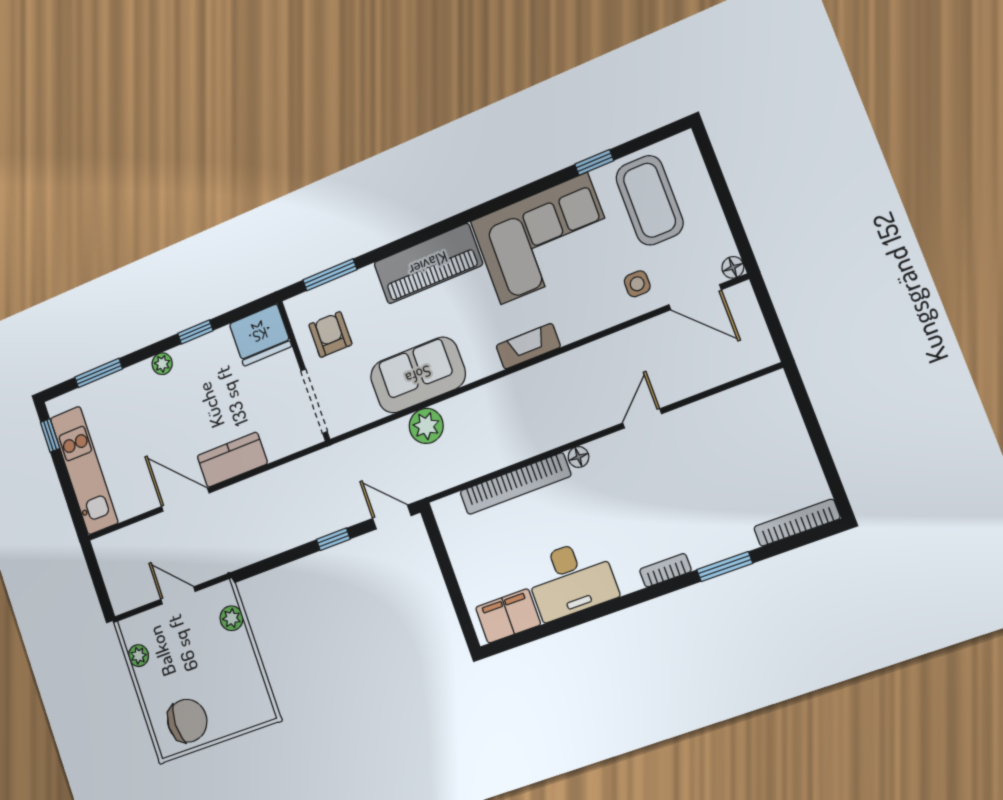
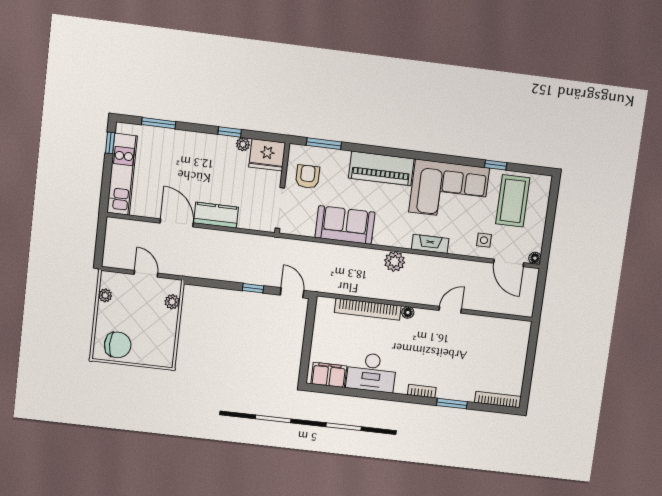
fireplace: (528, 346) -> (430, 244), moved
plant: (162, 364) -> (243, 144), moved
plant: (426, 426) -> (395, 261), moved

